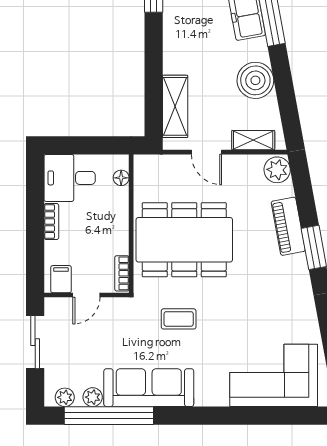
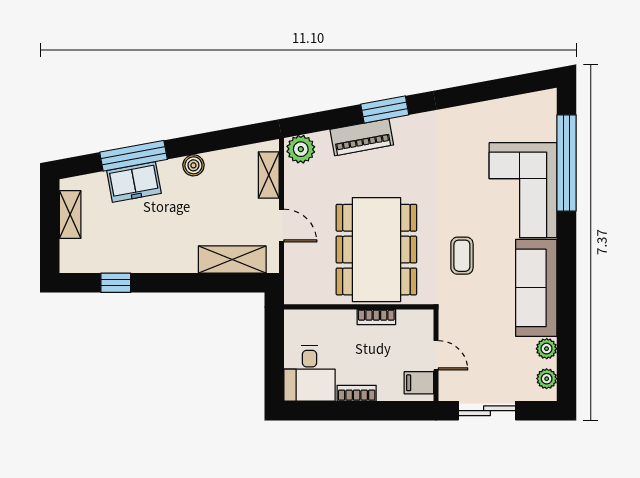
boiler: (255, 80) -> (193, 165), width x0.54, depth x0.54
door: (206, 152) -> (282, 226), hinge flipped
floor lamp: (121, 178) -> (309, 318), removed
bookcase: (122, 273) -> (376, 317), moved
corner sofa: (274, 375) -> (523, 190), moved
window: (109, 416) -> (566, 163), moved

